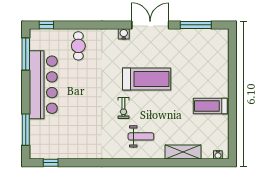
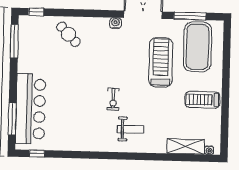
cafe table: (78, 46) -> (68, 34), turned -44
exercise mat: (204, 55) -> (198, 47), added
treadmill: (147, 79) -> (161, 62), moved, turned -90
bar counter: (43, 85) -> (30, 109), moved
shelving: (183, 152) -> (186, 147), moved

